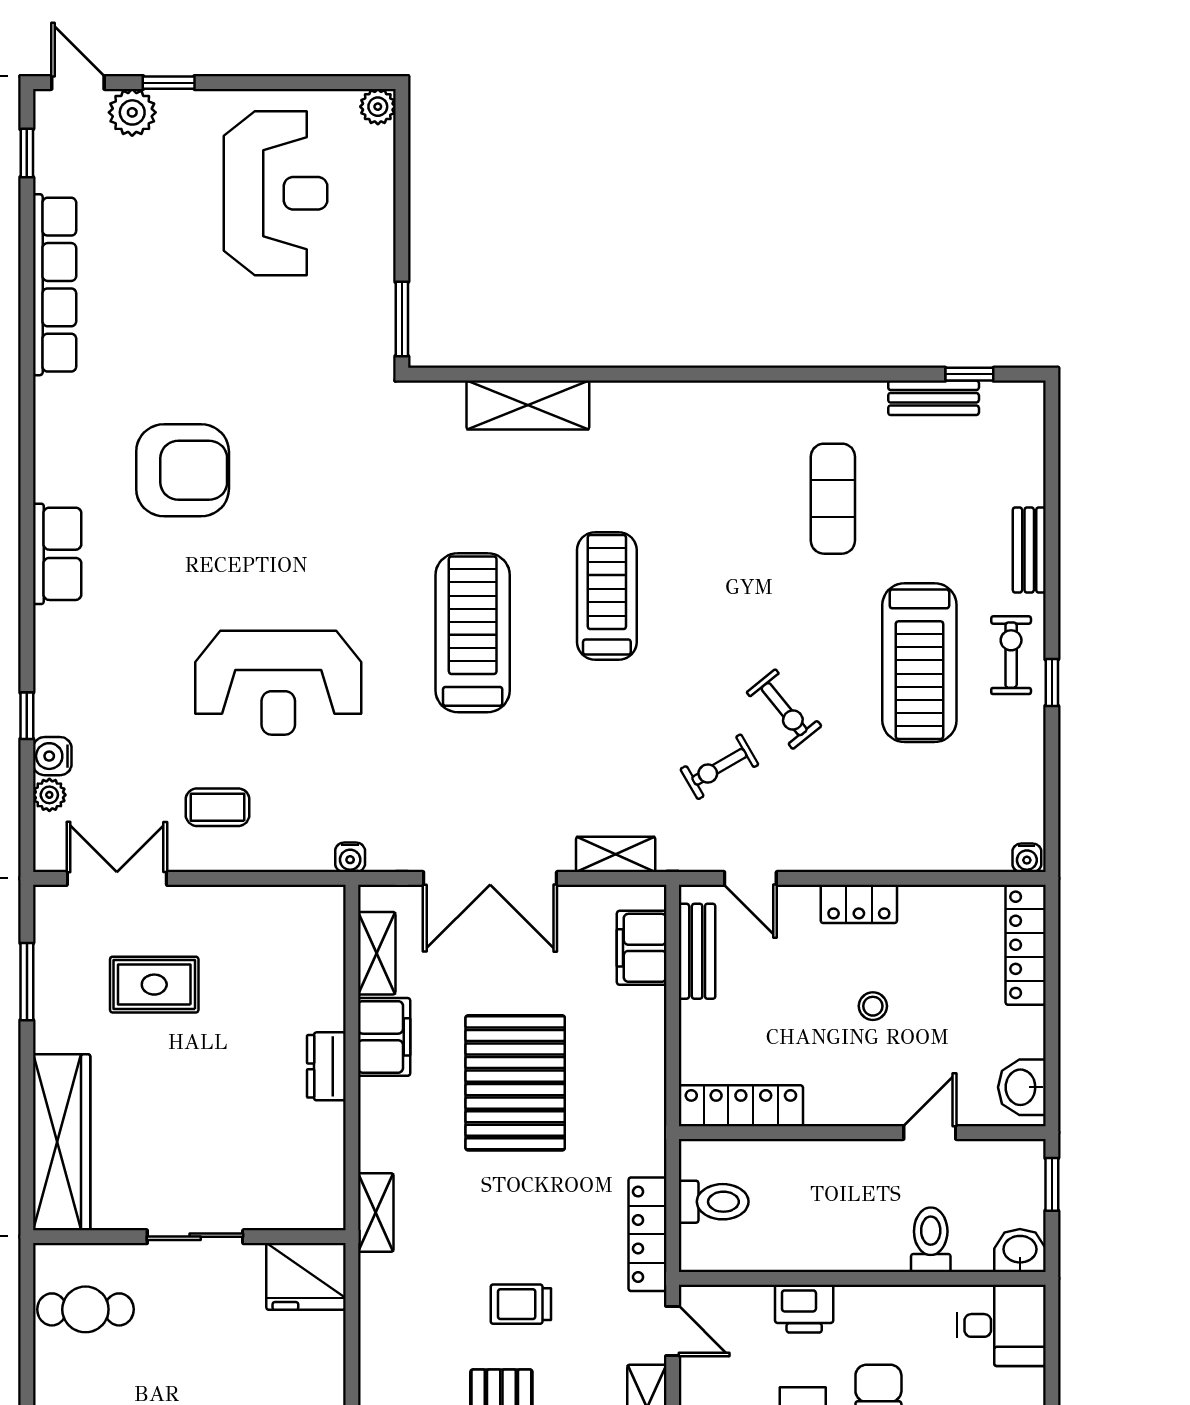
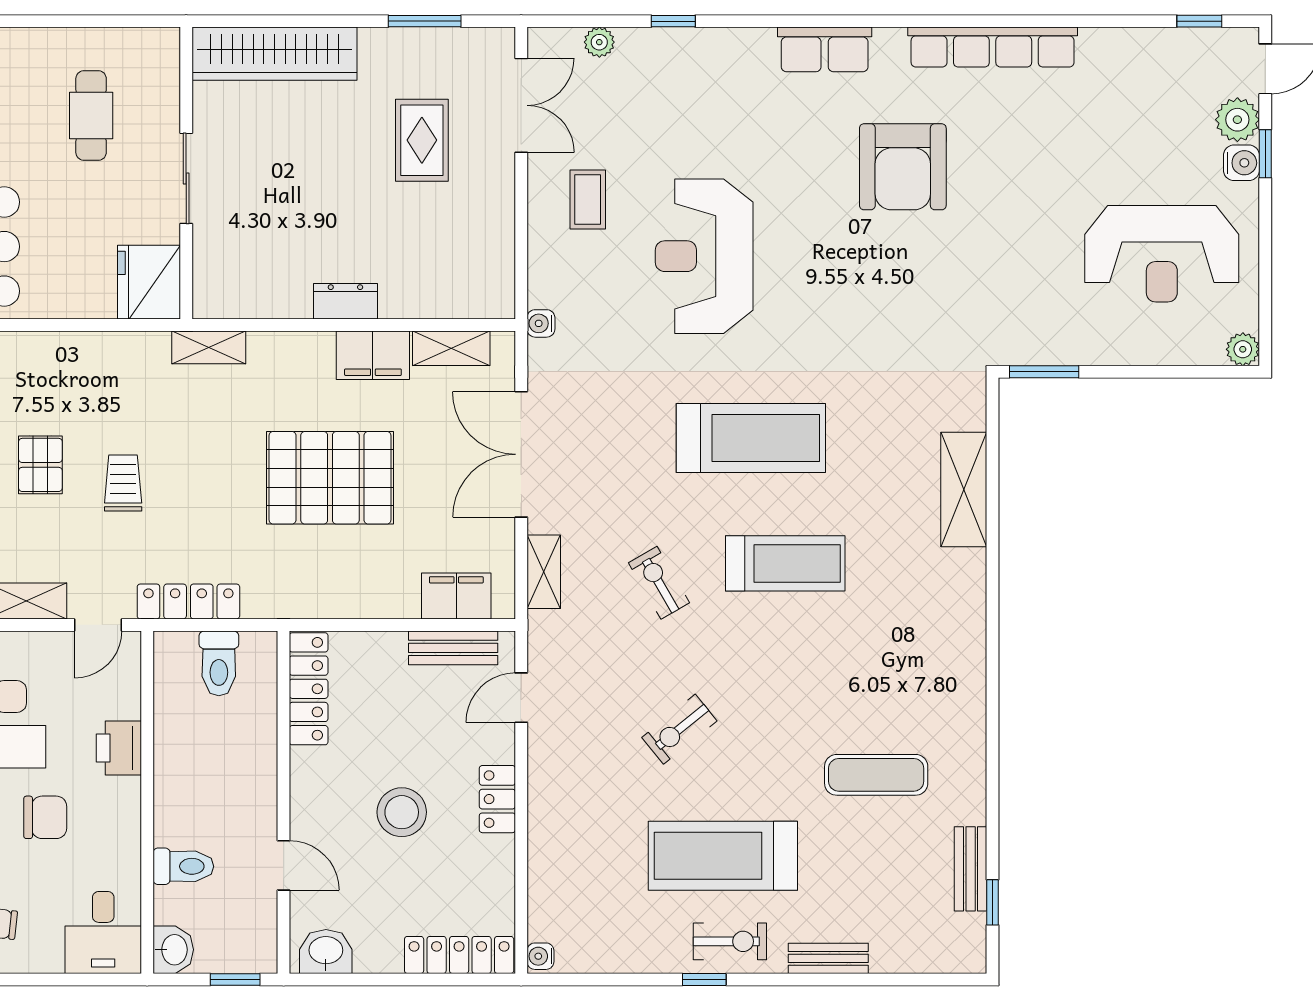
row of seats: (55, 285) -> (993, 47), moved
water cooler: (52, 756) -> (1241, 163), moved, turned 90
exercise bike: (719, 767) -> (659, 583), moved
stool: (873, 1006) -> (402, 812), width x1.89, depth x1.89
cafe table: (85, 1309) -> (91, 116), moved

